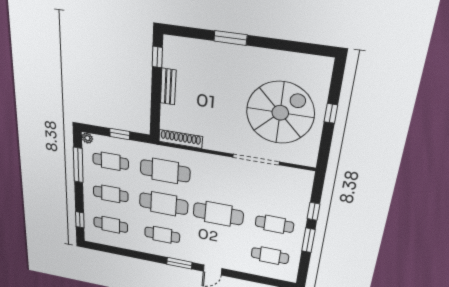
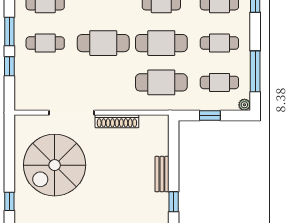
window: (331, 113) -> (9, 201), moved
shoe rack: (181, 139) -> (117, 121), moved

